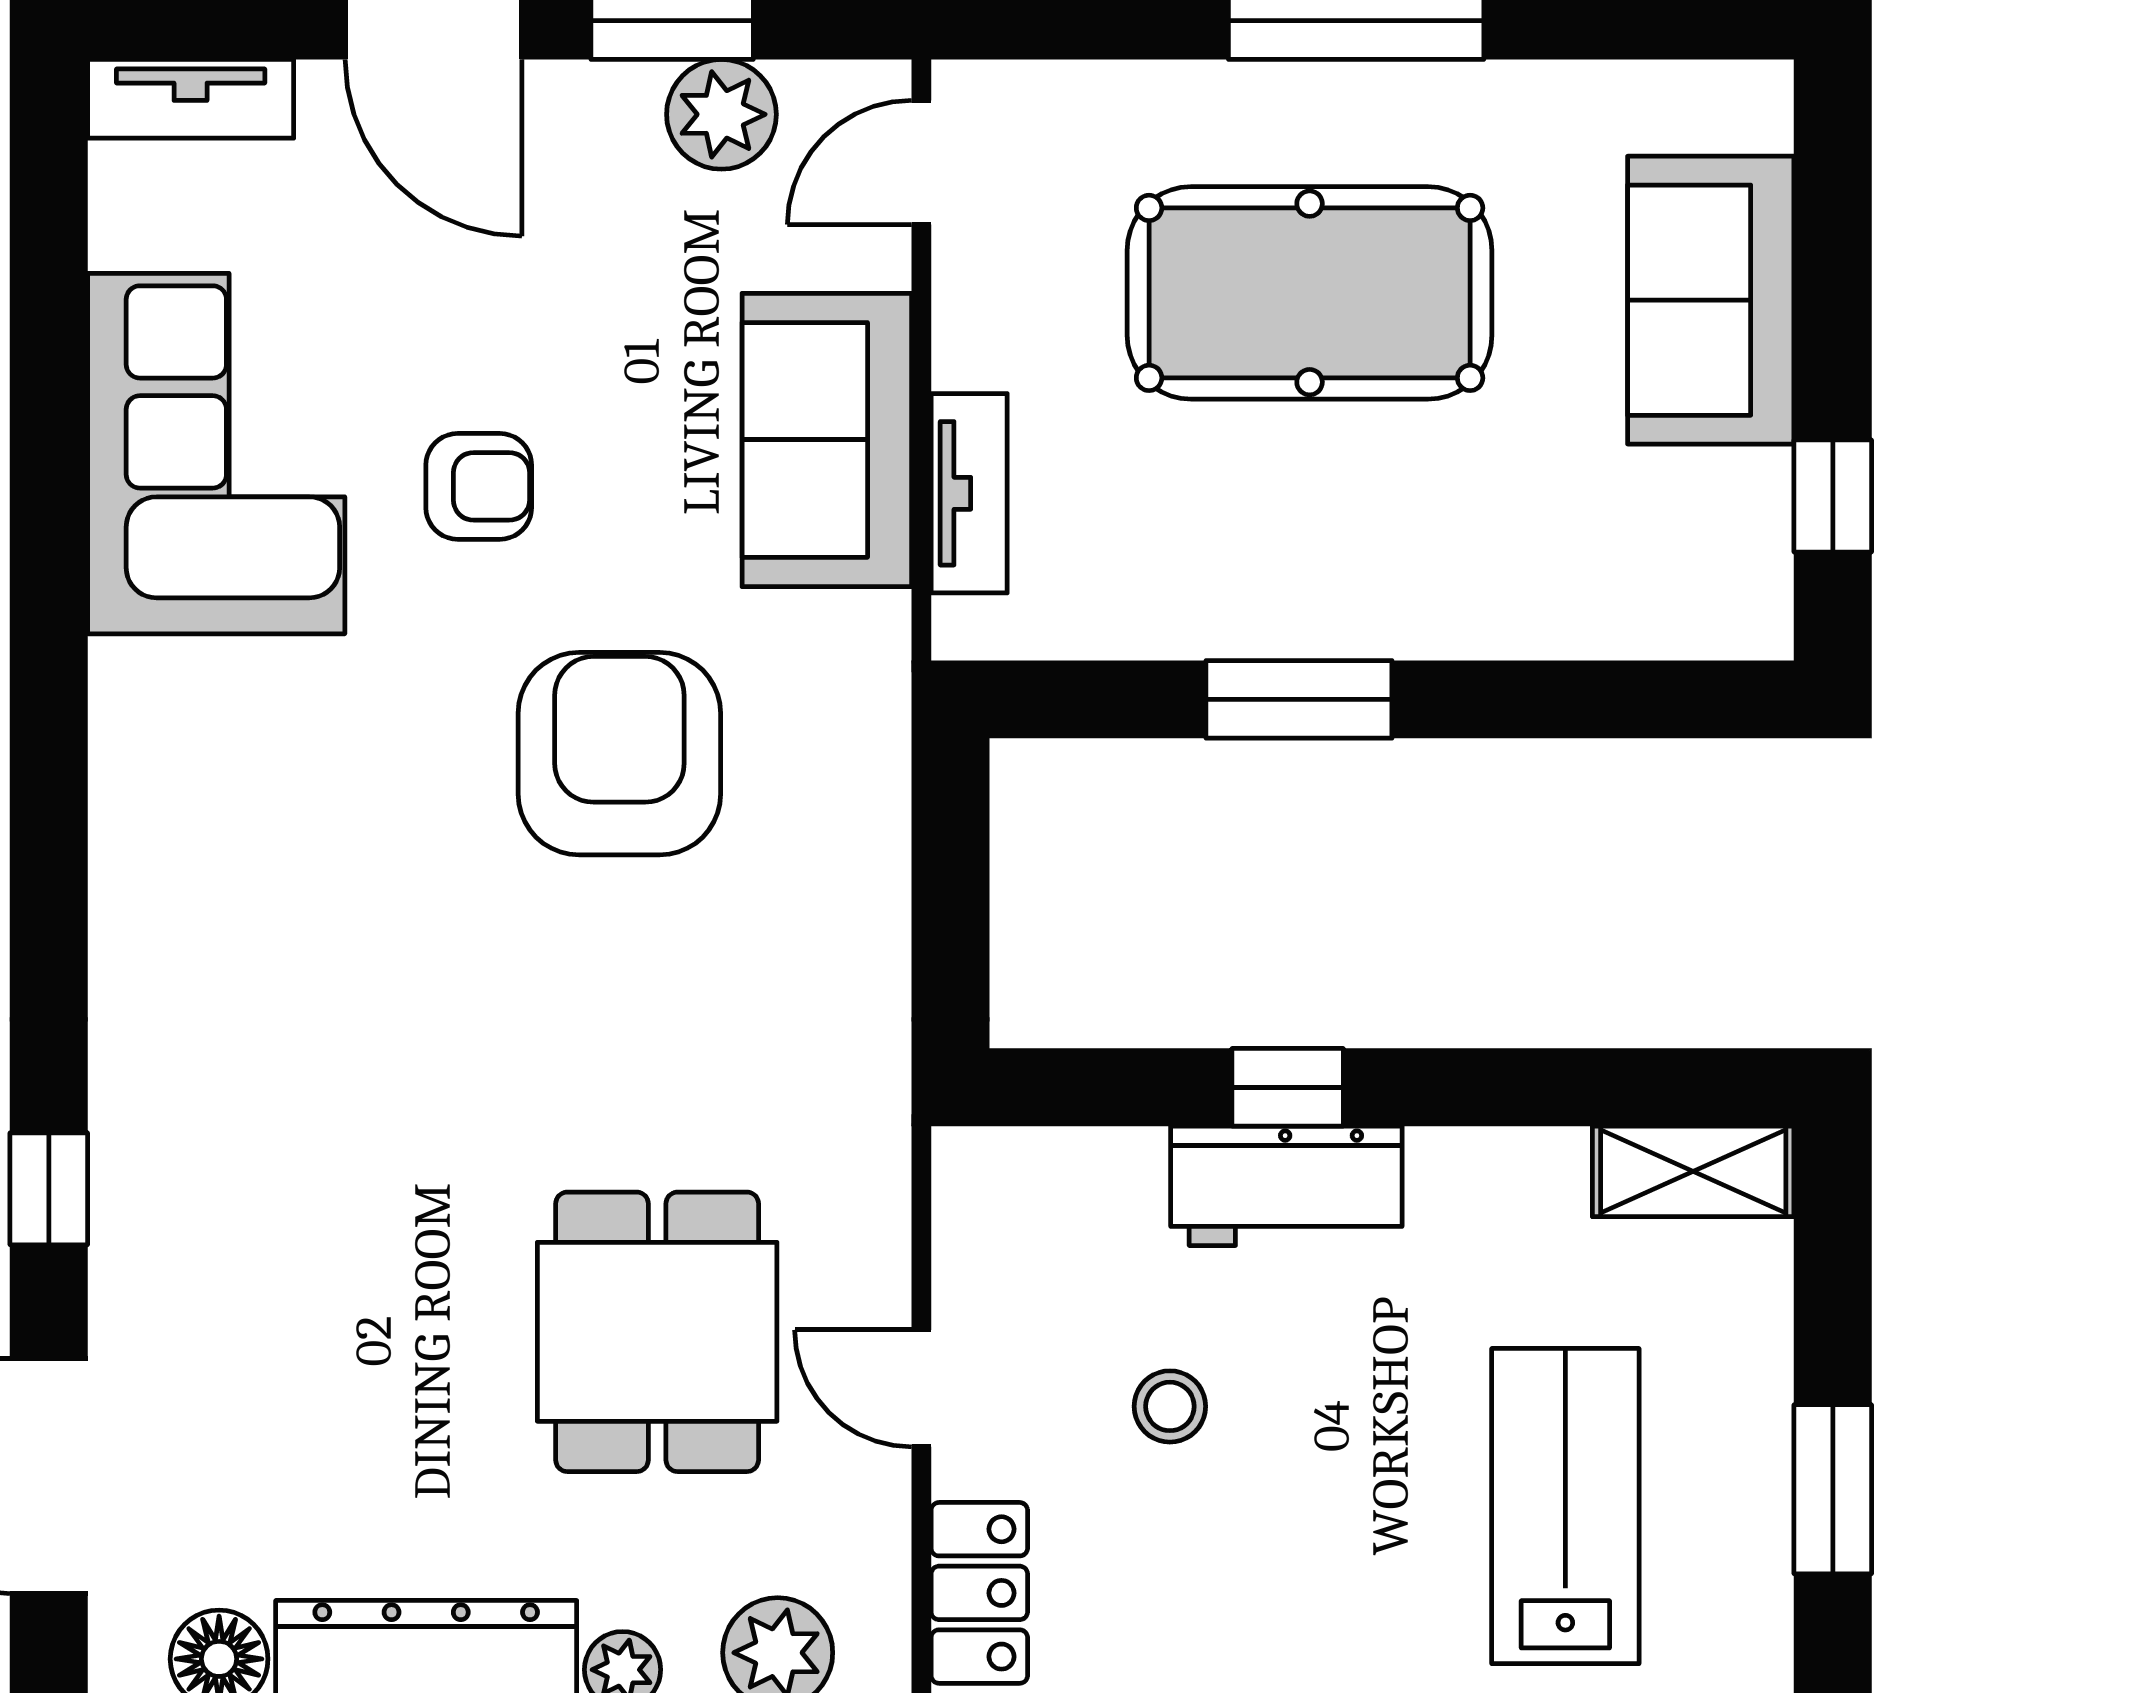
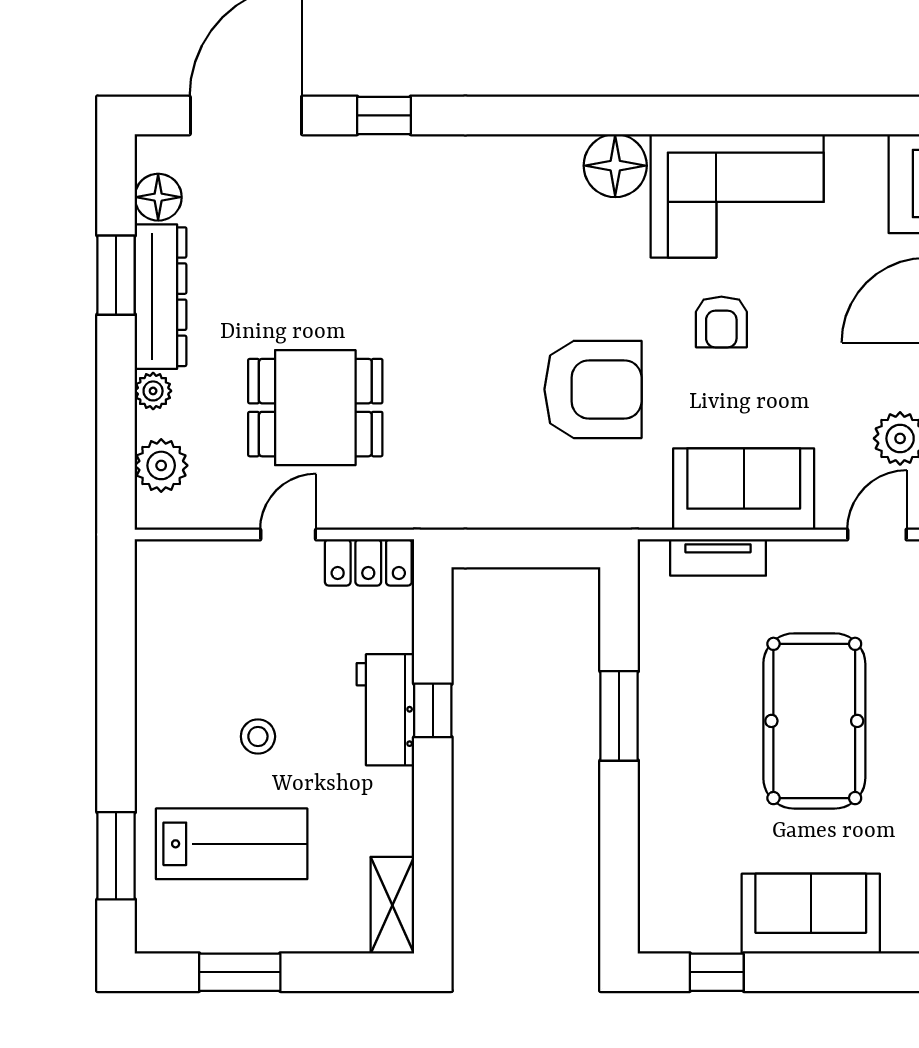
door: (921, 162) -> (877, 535), hinge flipped
floor lamp: (153, 707) -> (615, 166), added
stool: (1170, 1406) -> (258, 736), moved
locker: (979, 1593) -> (368, 562), moved

